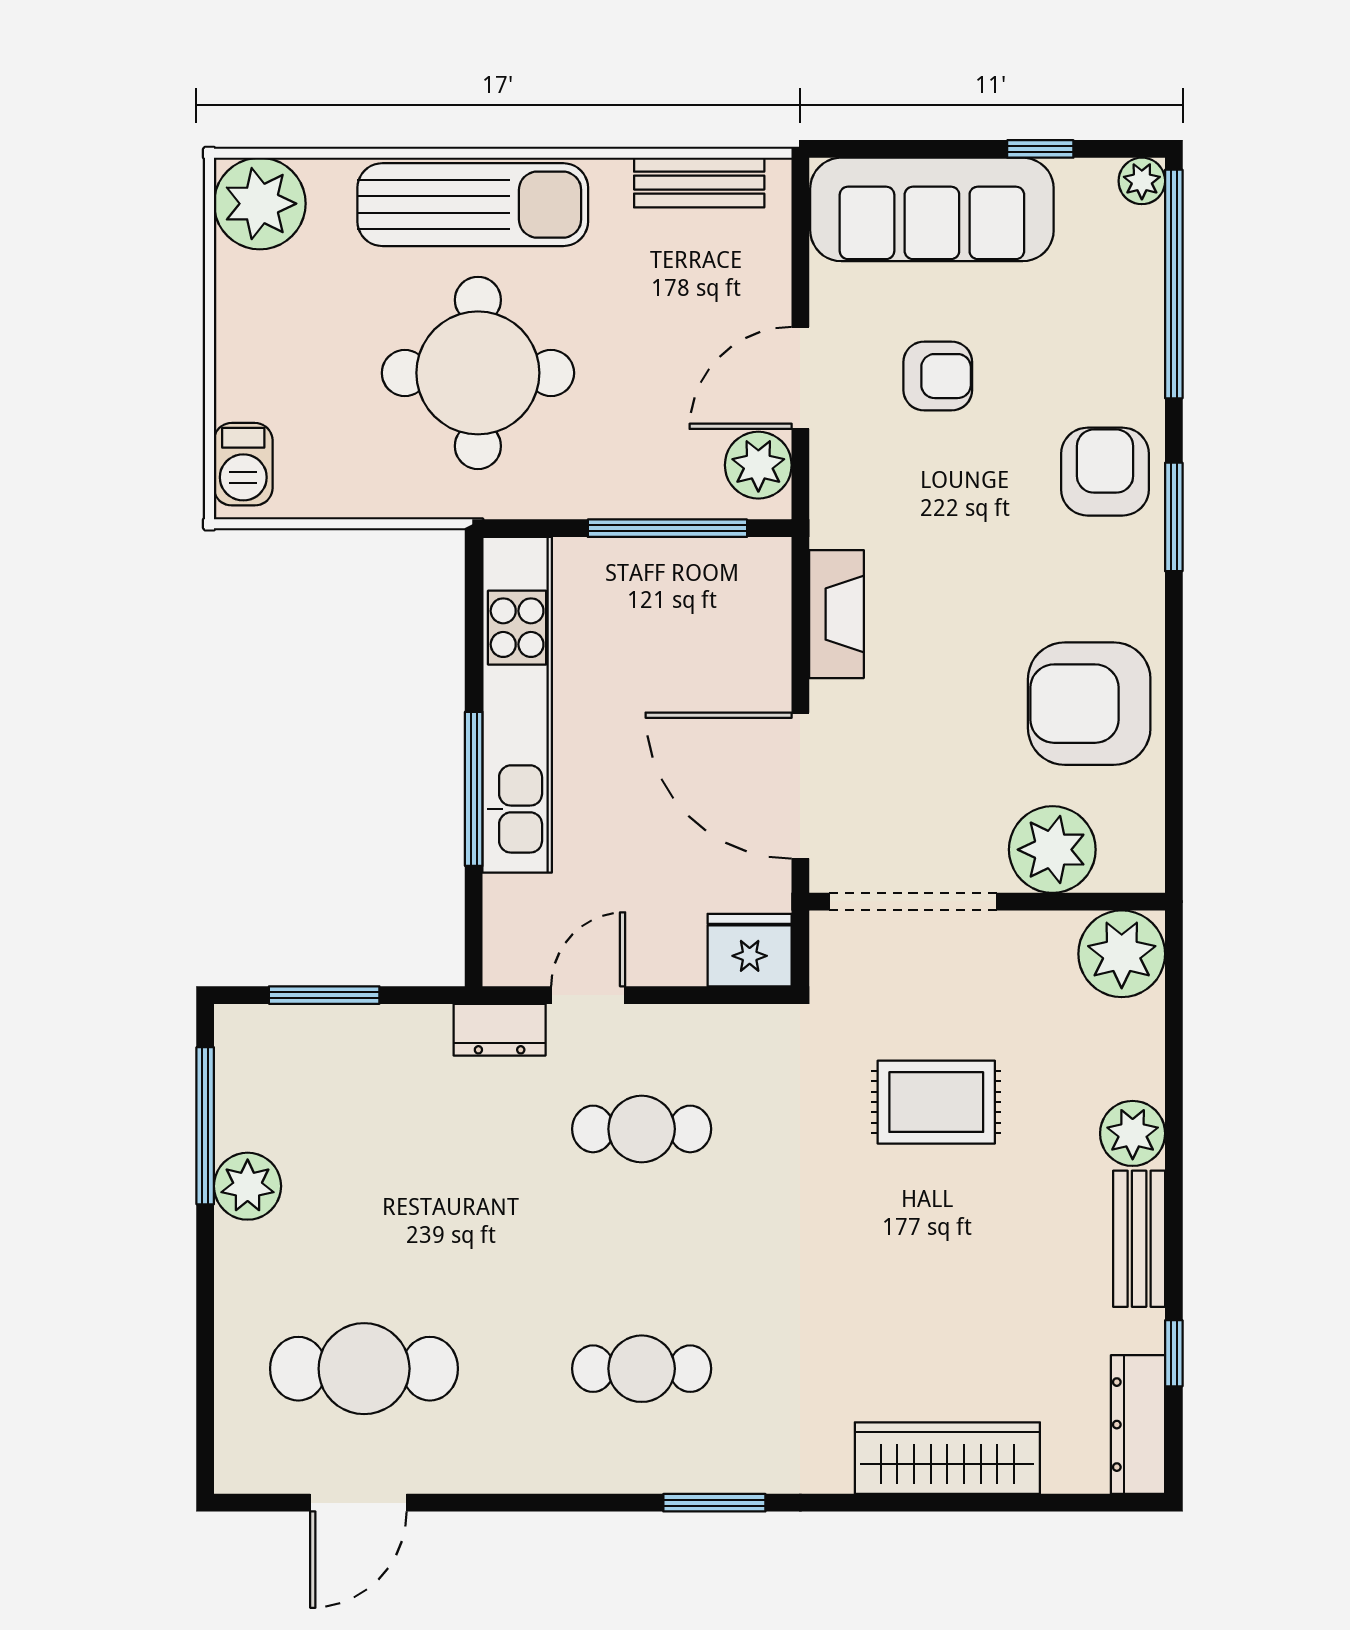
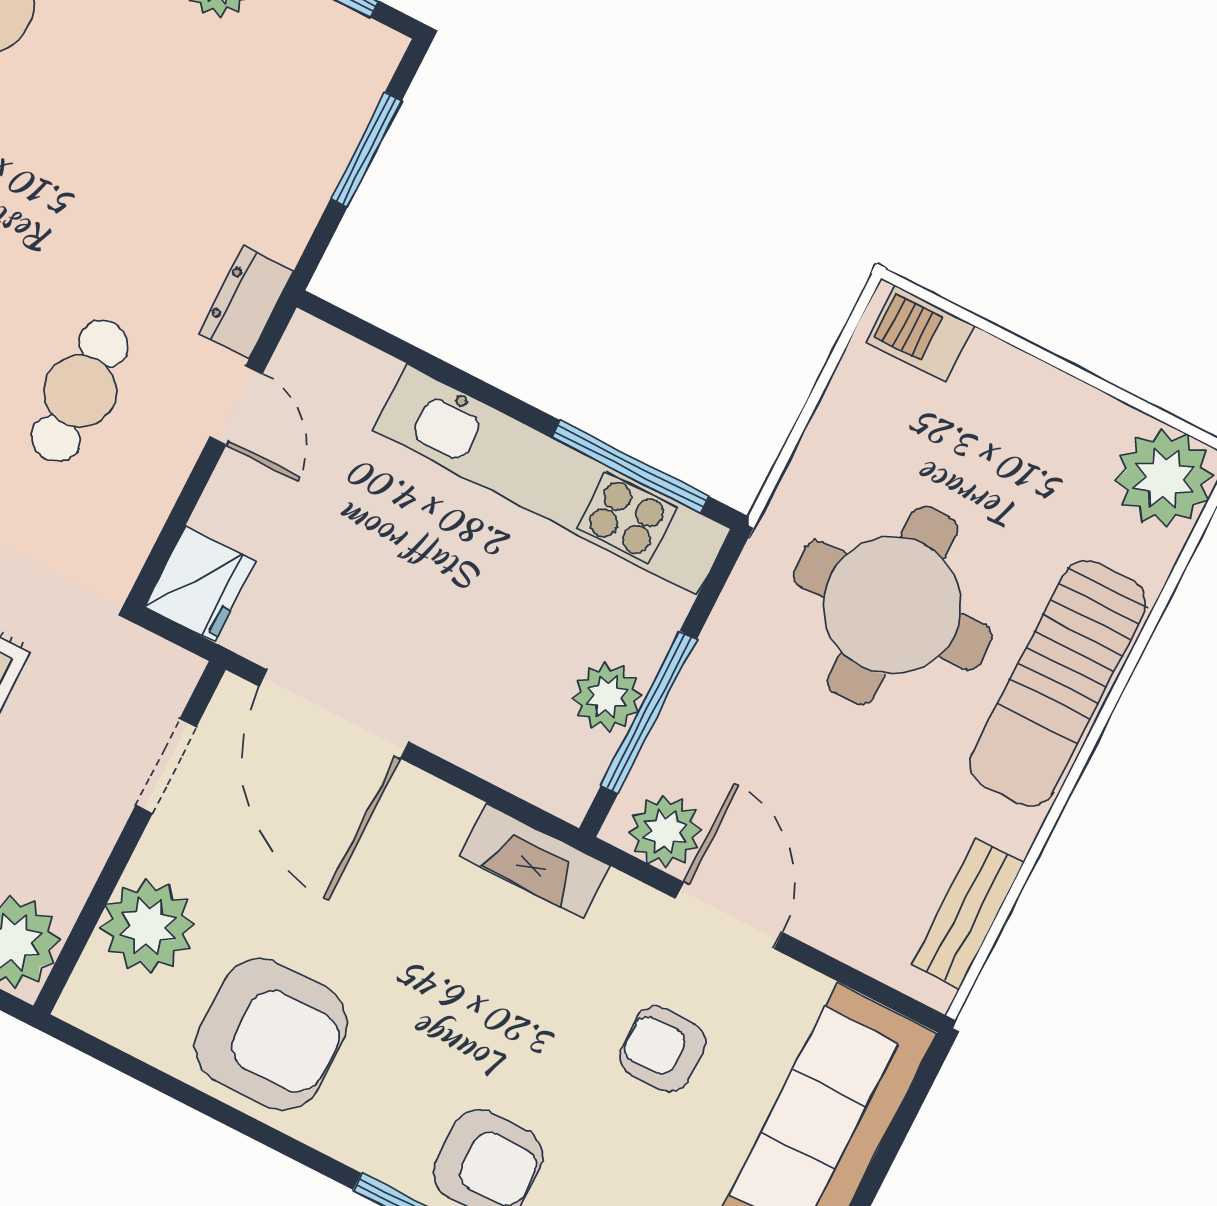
armchair: (938, 376) -> (663, 1049), turned 90
plant: (672, 569) -> (607, 697), added
fireplace: (837, 614) -> (535, 861), moved
armchair: (1089, 704) -> (271, 1034), turned 90
door: (800, 786) -> (334, 714), swing flipped
window: (474, 789) -> (630, 467), moved
doorway: (913, 902) -> (166, 766), width x0.53

